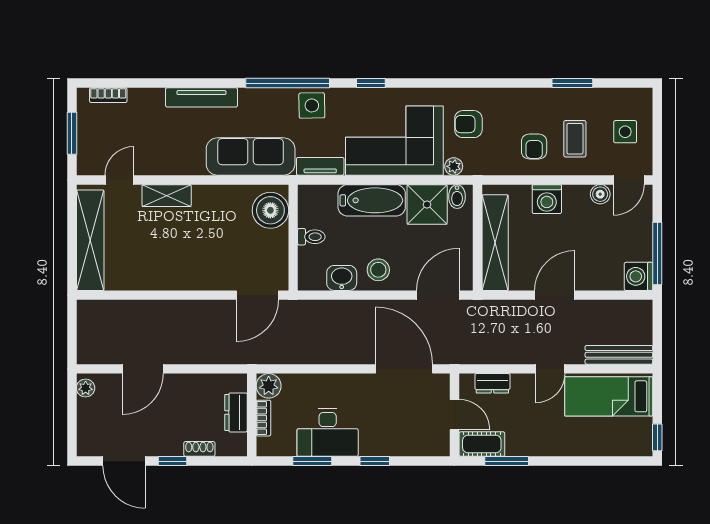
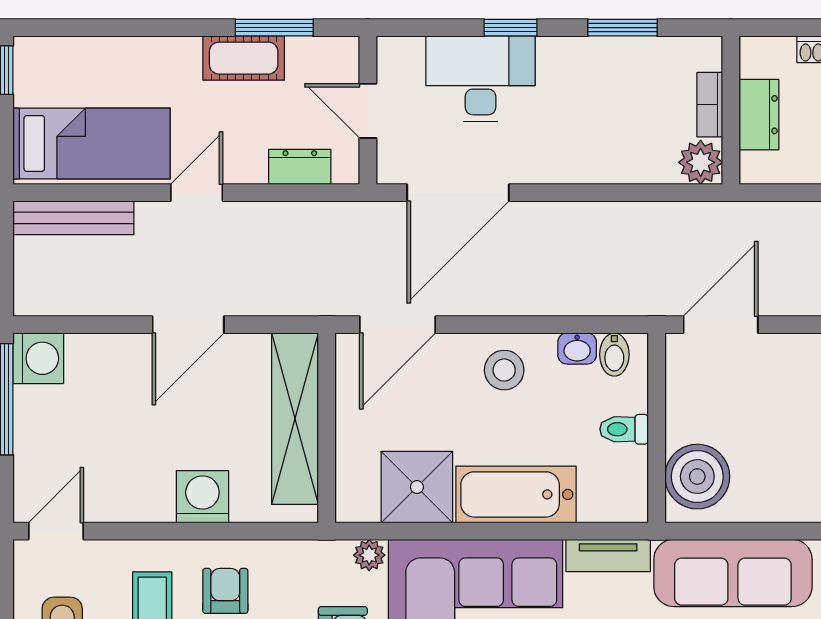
boiler: (600, 194) -> (107, 505), removed
bidet: (457, 197) -> (614, 355), moved, turned 180
washbasin: (342, 278) -> (577, 349), width x0.72, depth x0.69
door: (404, 369) -> (458, 193), hinge flipped
desk: (328, 432) -> (480, 79), moved
cot: (482, 444) -> (244, 58), moved

